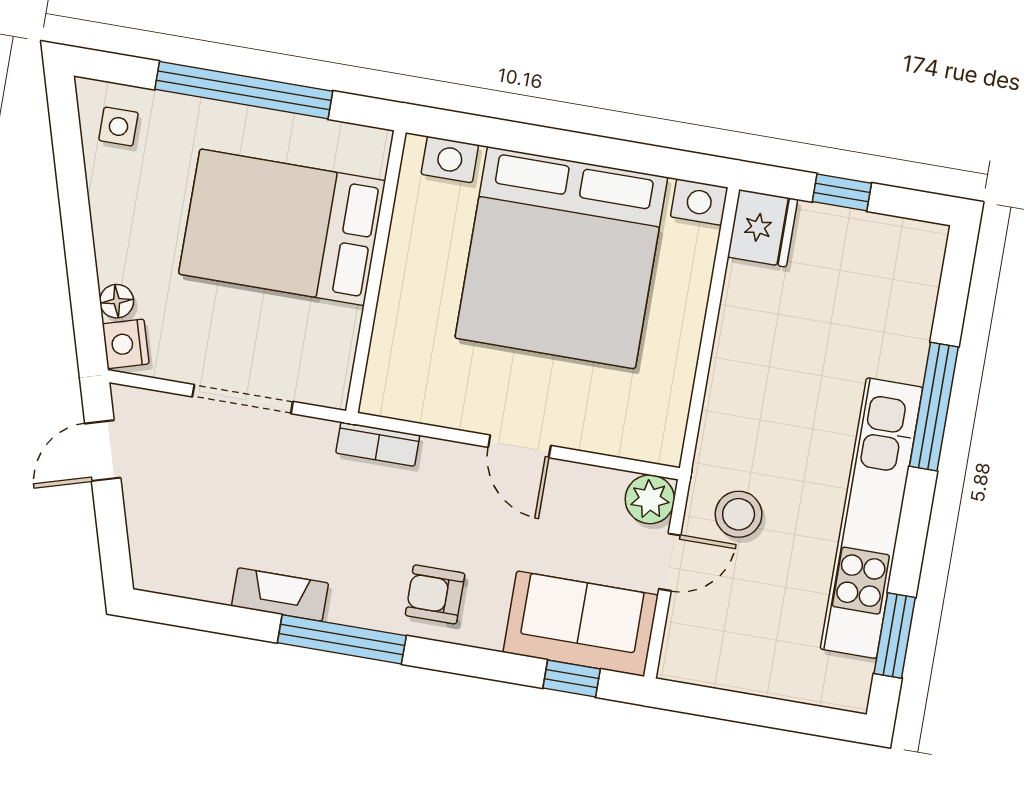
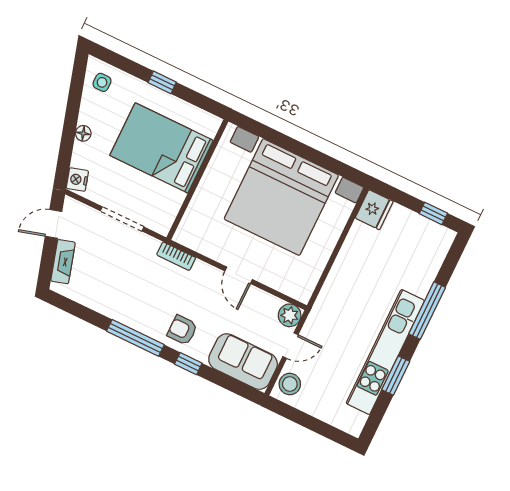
window: (244, 90) -> (162, 82), width x0.32
window: (842, 192) -> (433, 213), moved
floor lamp: (117, 301) -> (83, 133), moved
stool: (739, 514) -> (290, 384), moved
fireplace: (280, 595) -> (63, 262), moved, turned 74
window: (895, 635) -> (396, 376), moved
window: (572, 679) -> (188, 364), moved

